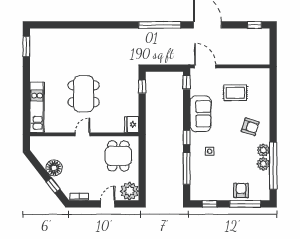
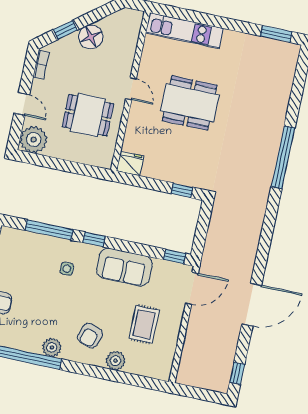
window: (160, 25) -> (283, 157), moved
dining table: (118, 156) -> (88, 115), moved
plant: (263, 164) -> (116, 361), moved

